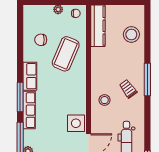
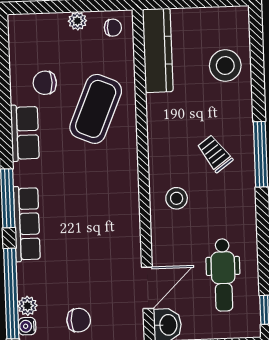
row of seats: (30, 76) -> (25, 133), moved
trolley: (128, 89) -> (215, 154), moved
side table: (76, 123) -> (121, 247), removed

